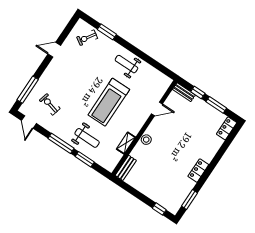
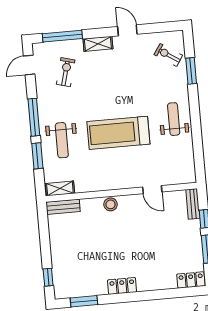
shelving: (48, 73) -> (98, 44), added
shelving: (126, 143) -> (60, 188), moved

